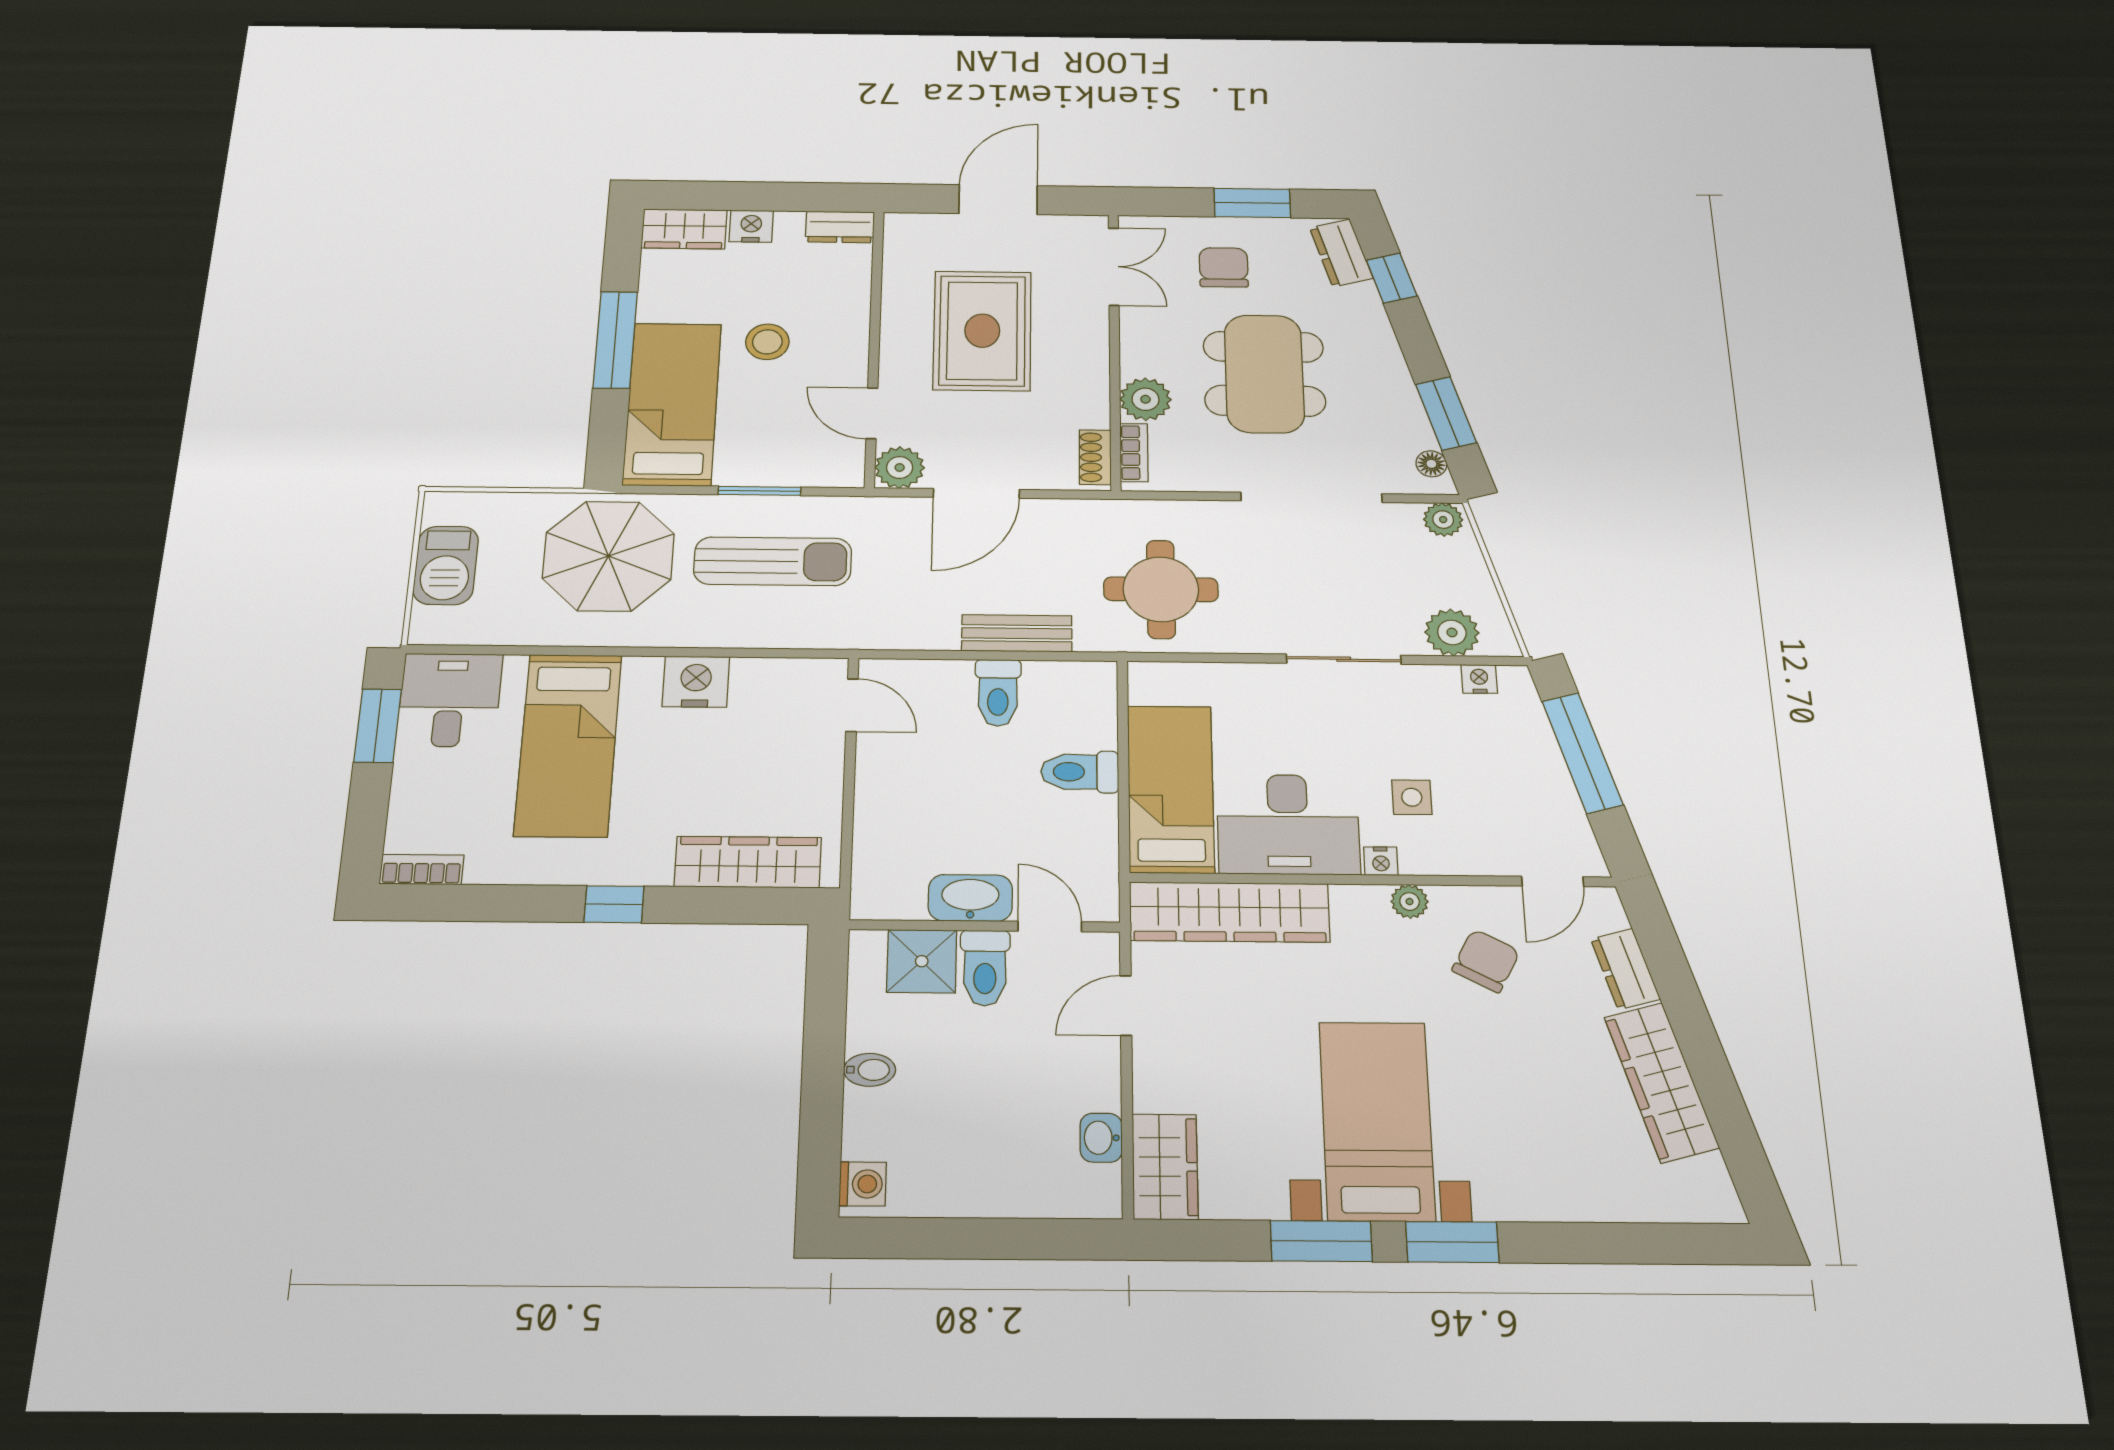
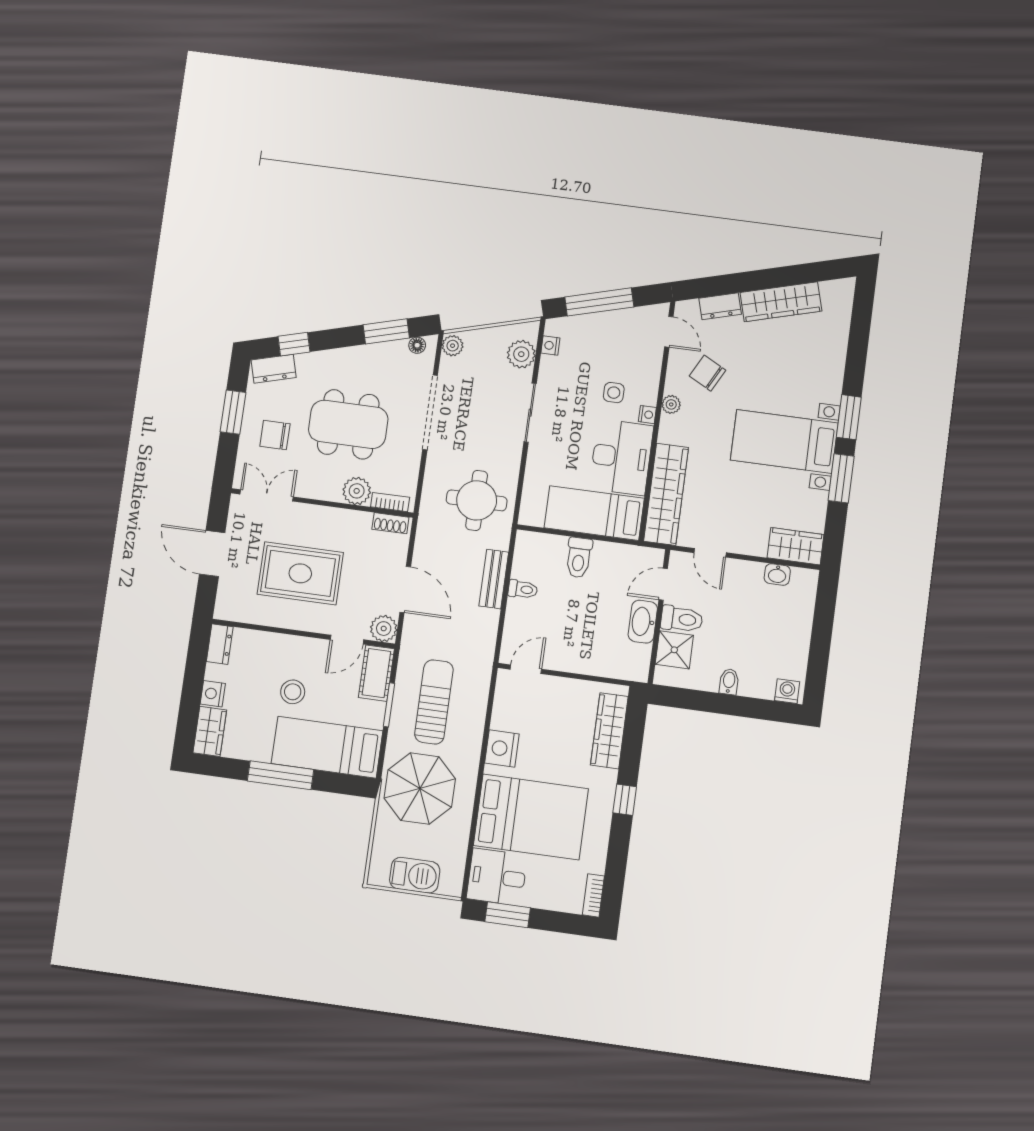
cot: (816, 465) -> (376, 673), added
toilet: (998, 693) -> (523, 589), width x0.73, depth x0.72
bed: (568, 745) -> (531, 817), width x1.50

